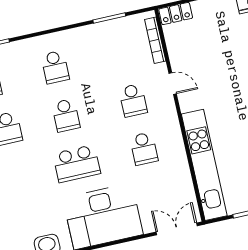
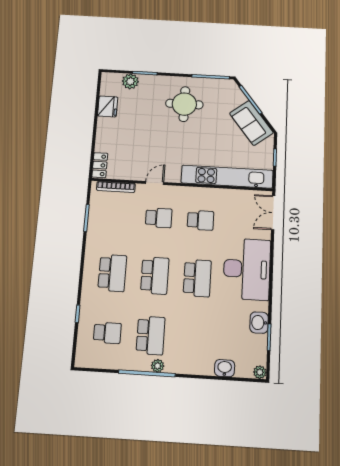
school desk: (55, 67) -> (112, 273), width x1.85
school desk: (66, 115) -> (155, 276), width x1.85

